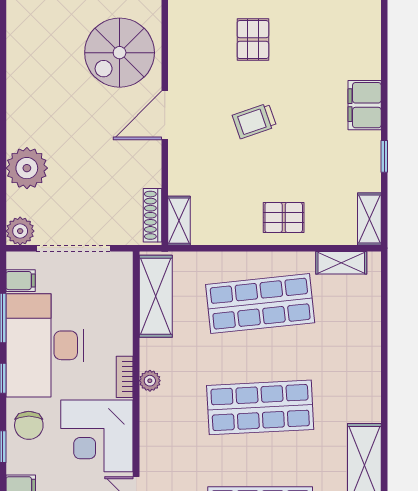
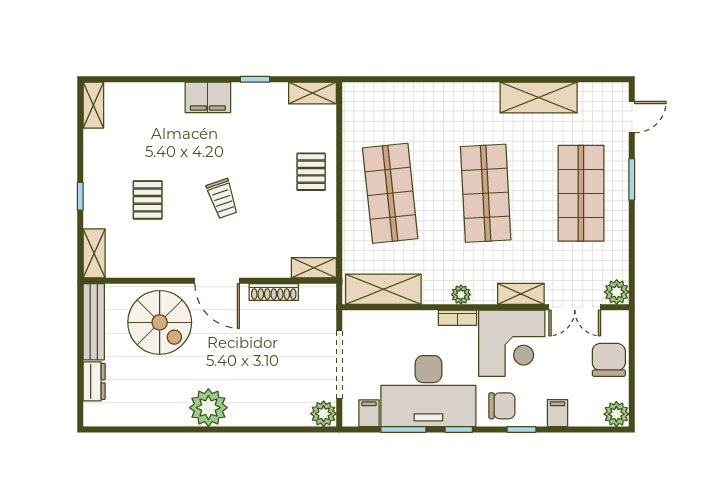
pallet: (253, 40) -> (148, 200), turned 90
plant: (27, 168) -> (208, 408), moved
shoe rack: (153, 215) -> (274, 292), moved
shelving: (341, 263) -> (521, 294), moved, turned 90

